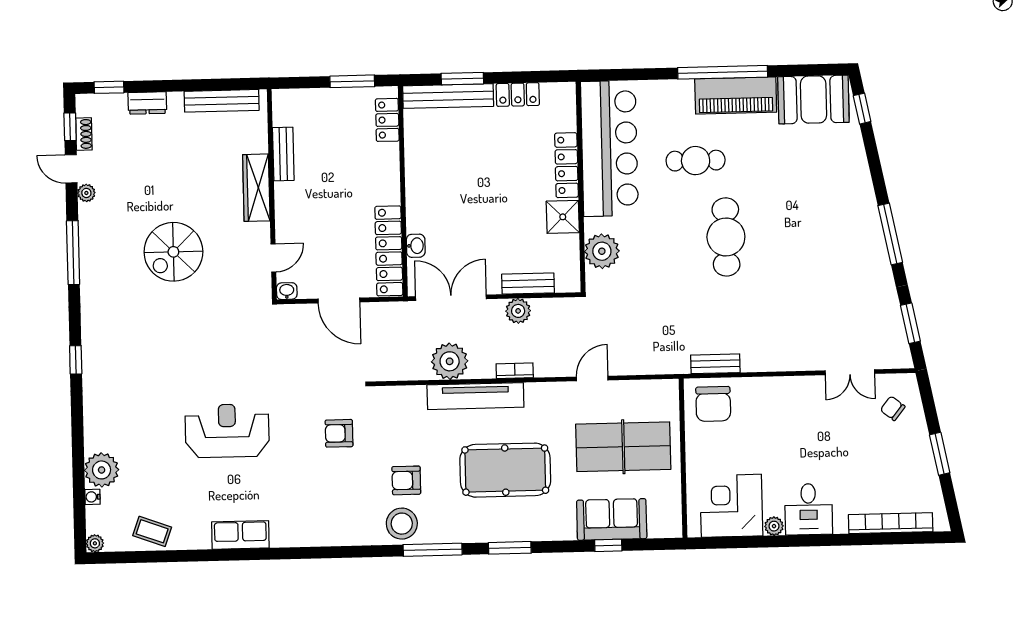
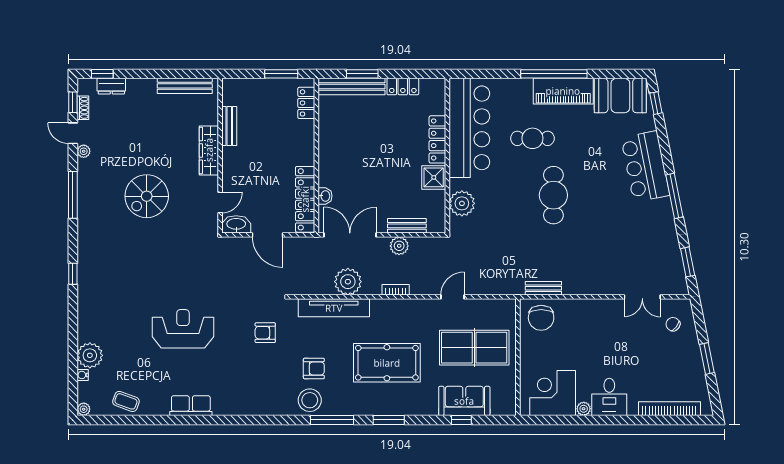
dresser: (147, 103) -> (111, 86), moved
bar counter: (850, 195) -> (645, 166), added
washbasin: (287, 291) -> (236, 224), width x1.91, depth x1.45
tv unit: (475, 396) -> (334, 308), moved
armchair: (406, 480) -> (314, 368), turned 180

